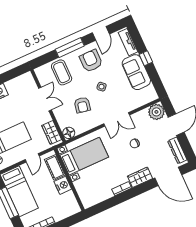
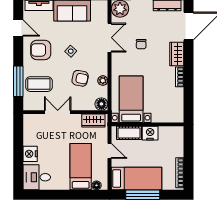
window: (70, 48) -> (18, 81), moved
double door: (117, 119) -> (110, 38), moved
plant: (89, 125) -> (103, 81), added

